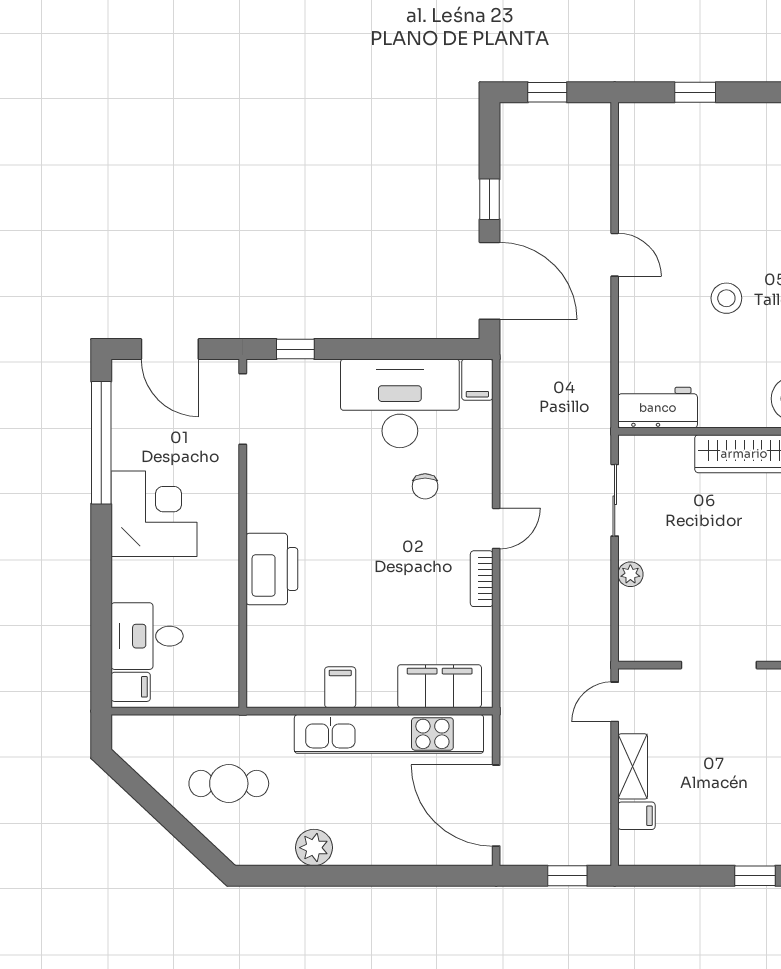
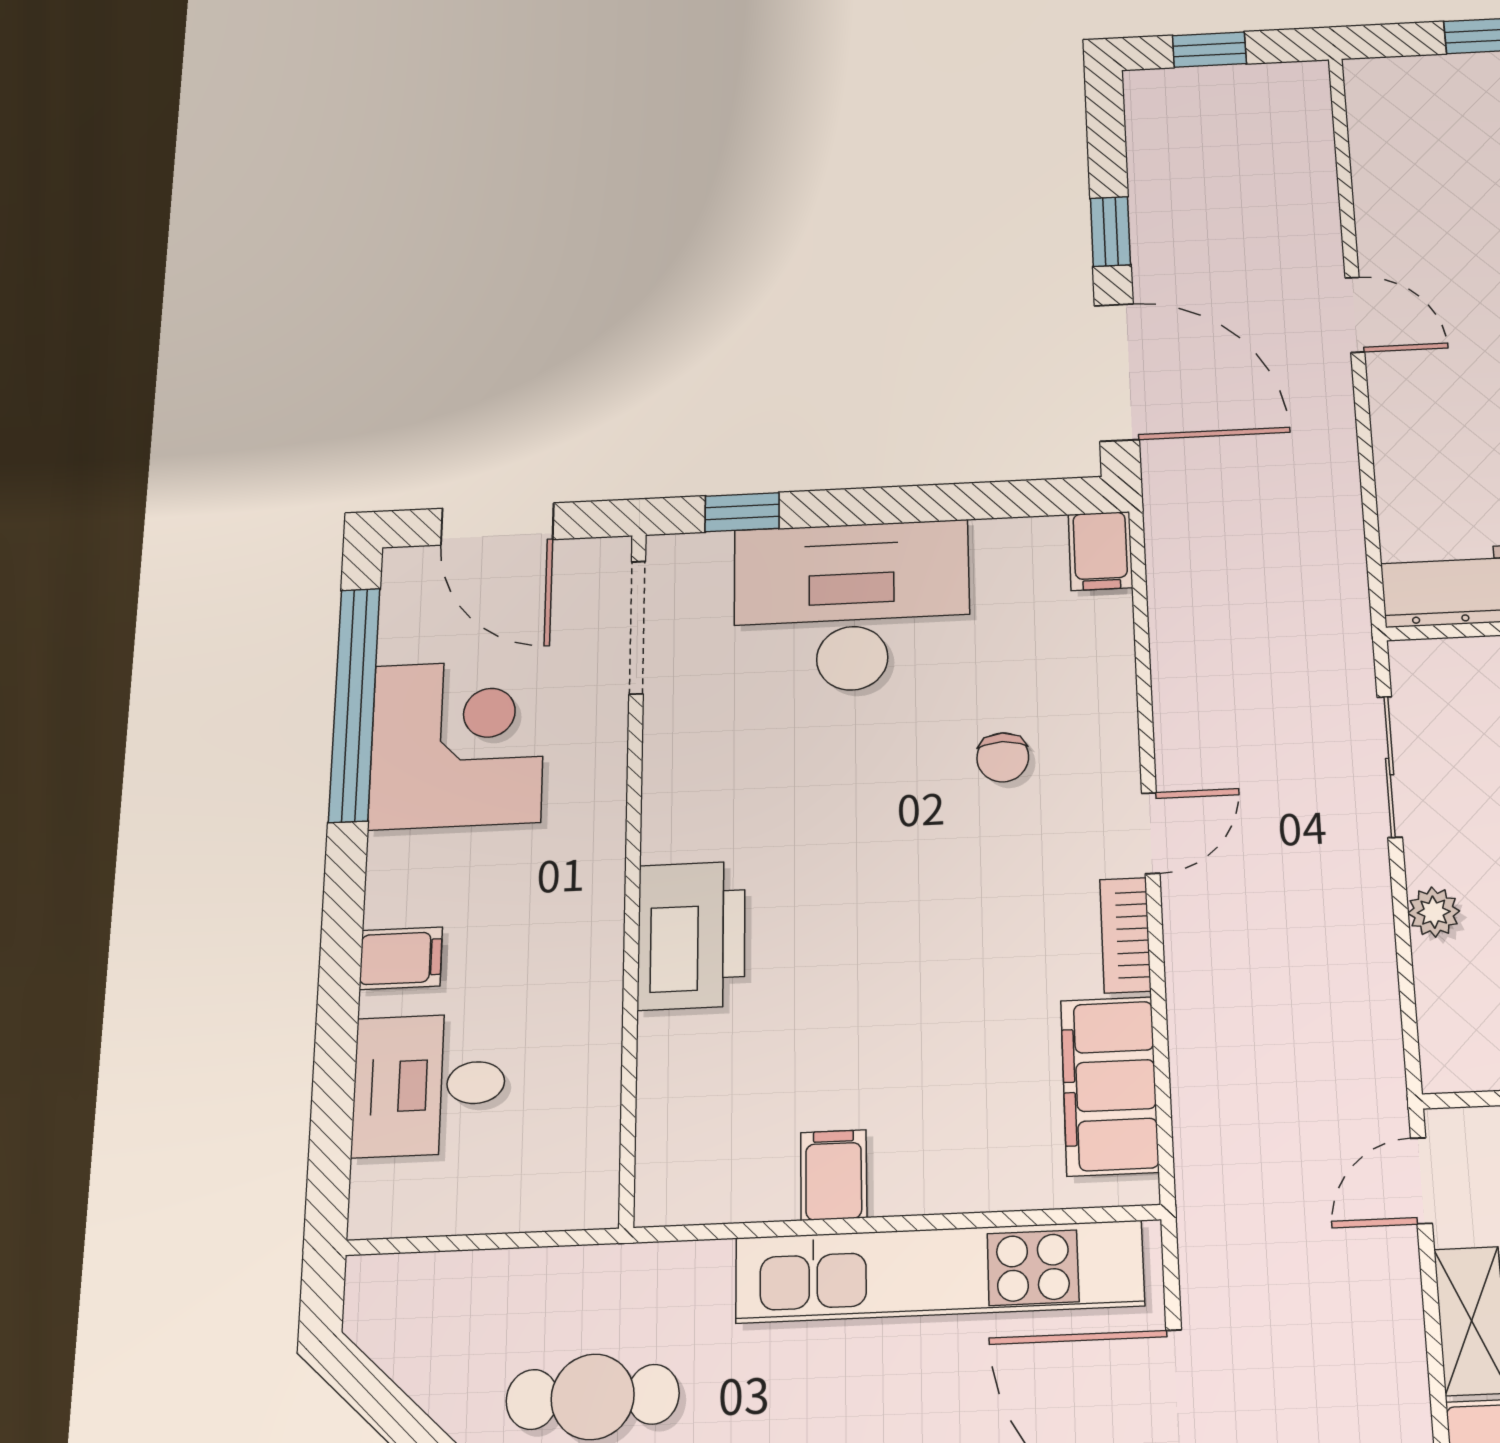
desk: (400, 403) -> (852, 607), moved
corner desk: (154, 514) -> (457, 744), moved
filing cabinet: (440, 686) -> (1110, 1086), moved, turned -90
filing cabinet: (131, 687) -> (401, 958), moved

